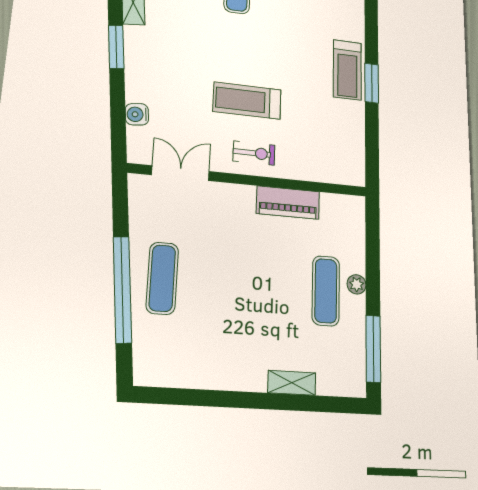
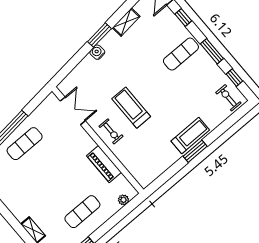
treadmill: (347, 70) -> (190, 136), turned 180
water cooler: (137, 114) -> (97, 52), moved
plant: (357, 284) -> (123, 200), moved

